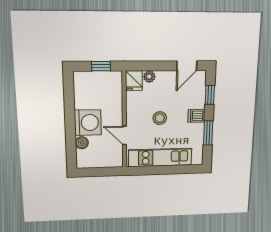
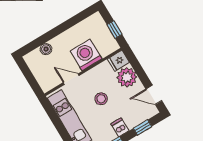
plant: (149, 77) -> (127, 77), width x1.88, depth x1.88
washing machine: (88, 123) -> (86, 55), moved, turned 180
door: (124, 135) -> (71, 79), hinge flipped

